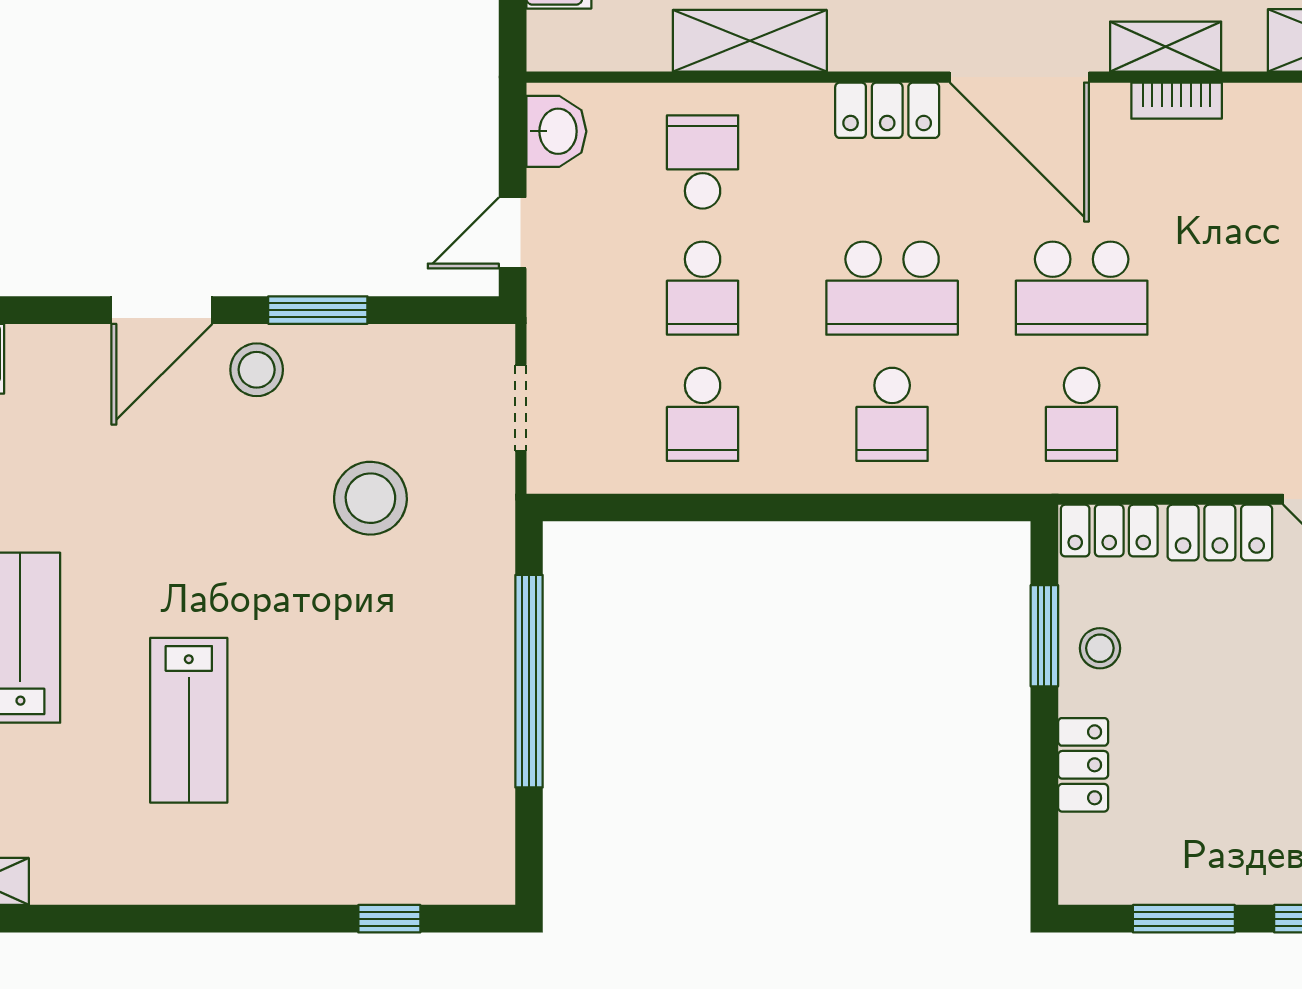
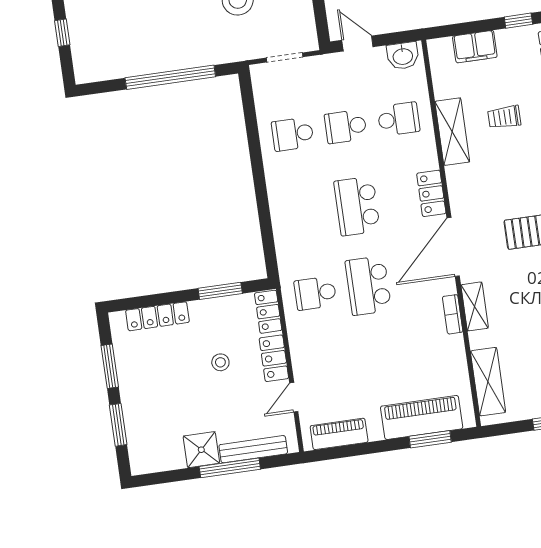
school desk: (892, 414) -> (304, 214), removed
stool: (1100, 648) -> (220, 362), moved
locker: (1083, 765) -> (157, 316), width x1.53

